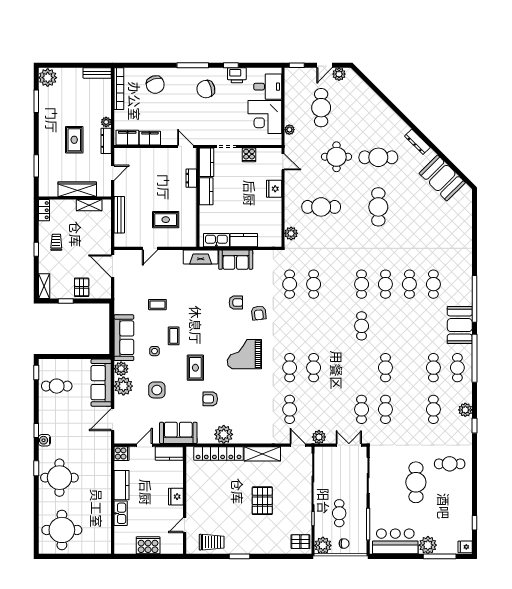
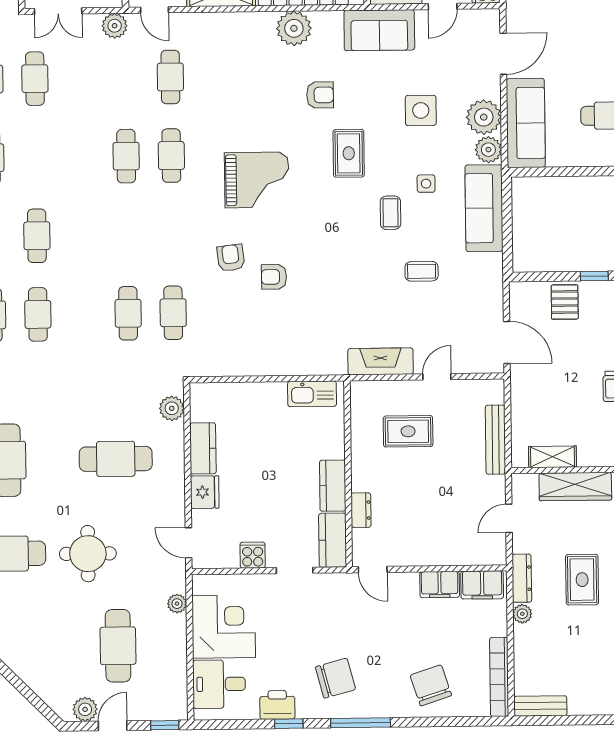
kitchen counter: (244, 240) -> (203, 448), moved, turned -90
fireplace: (201, 257) -> (381, 361), moved
sofa: (236, 260) -> (275, 358), removed

